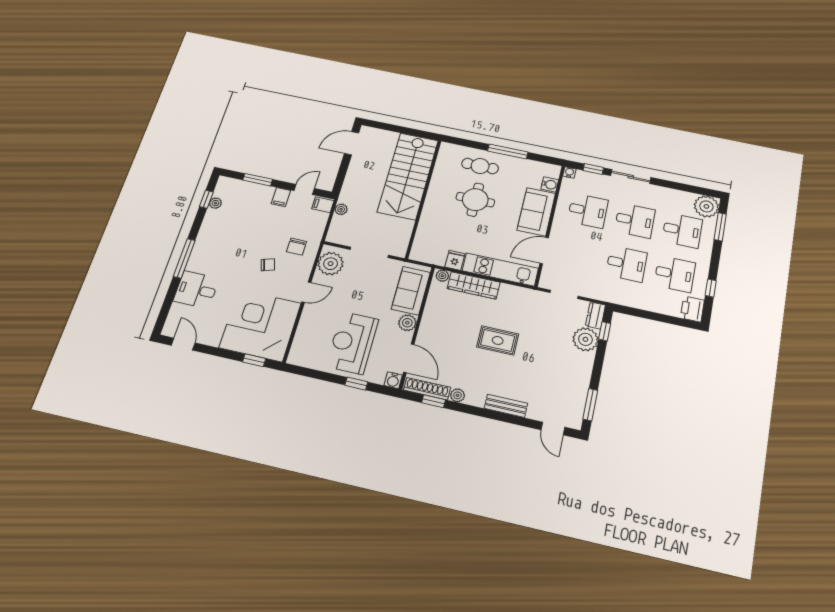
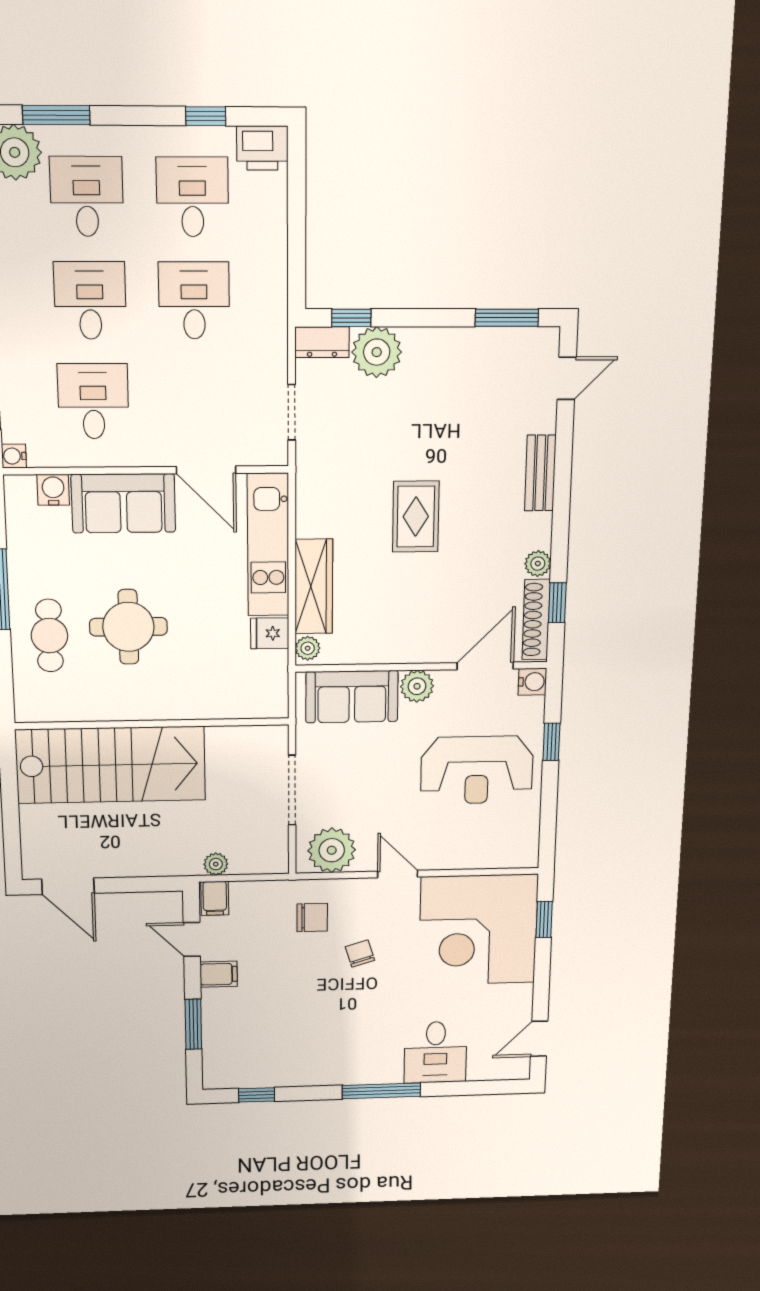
plant: (215, 203) -> (260, 1078), removed

